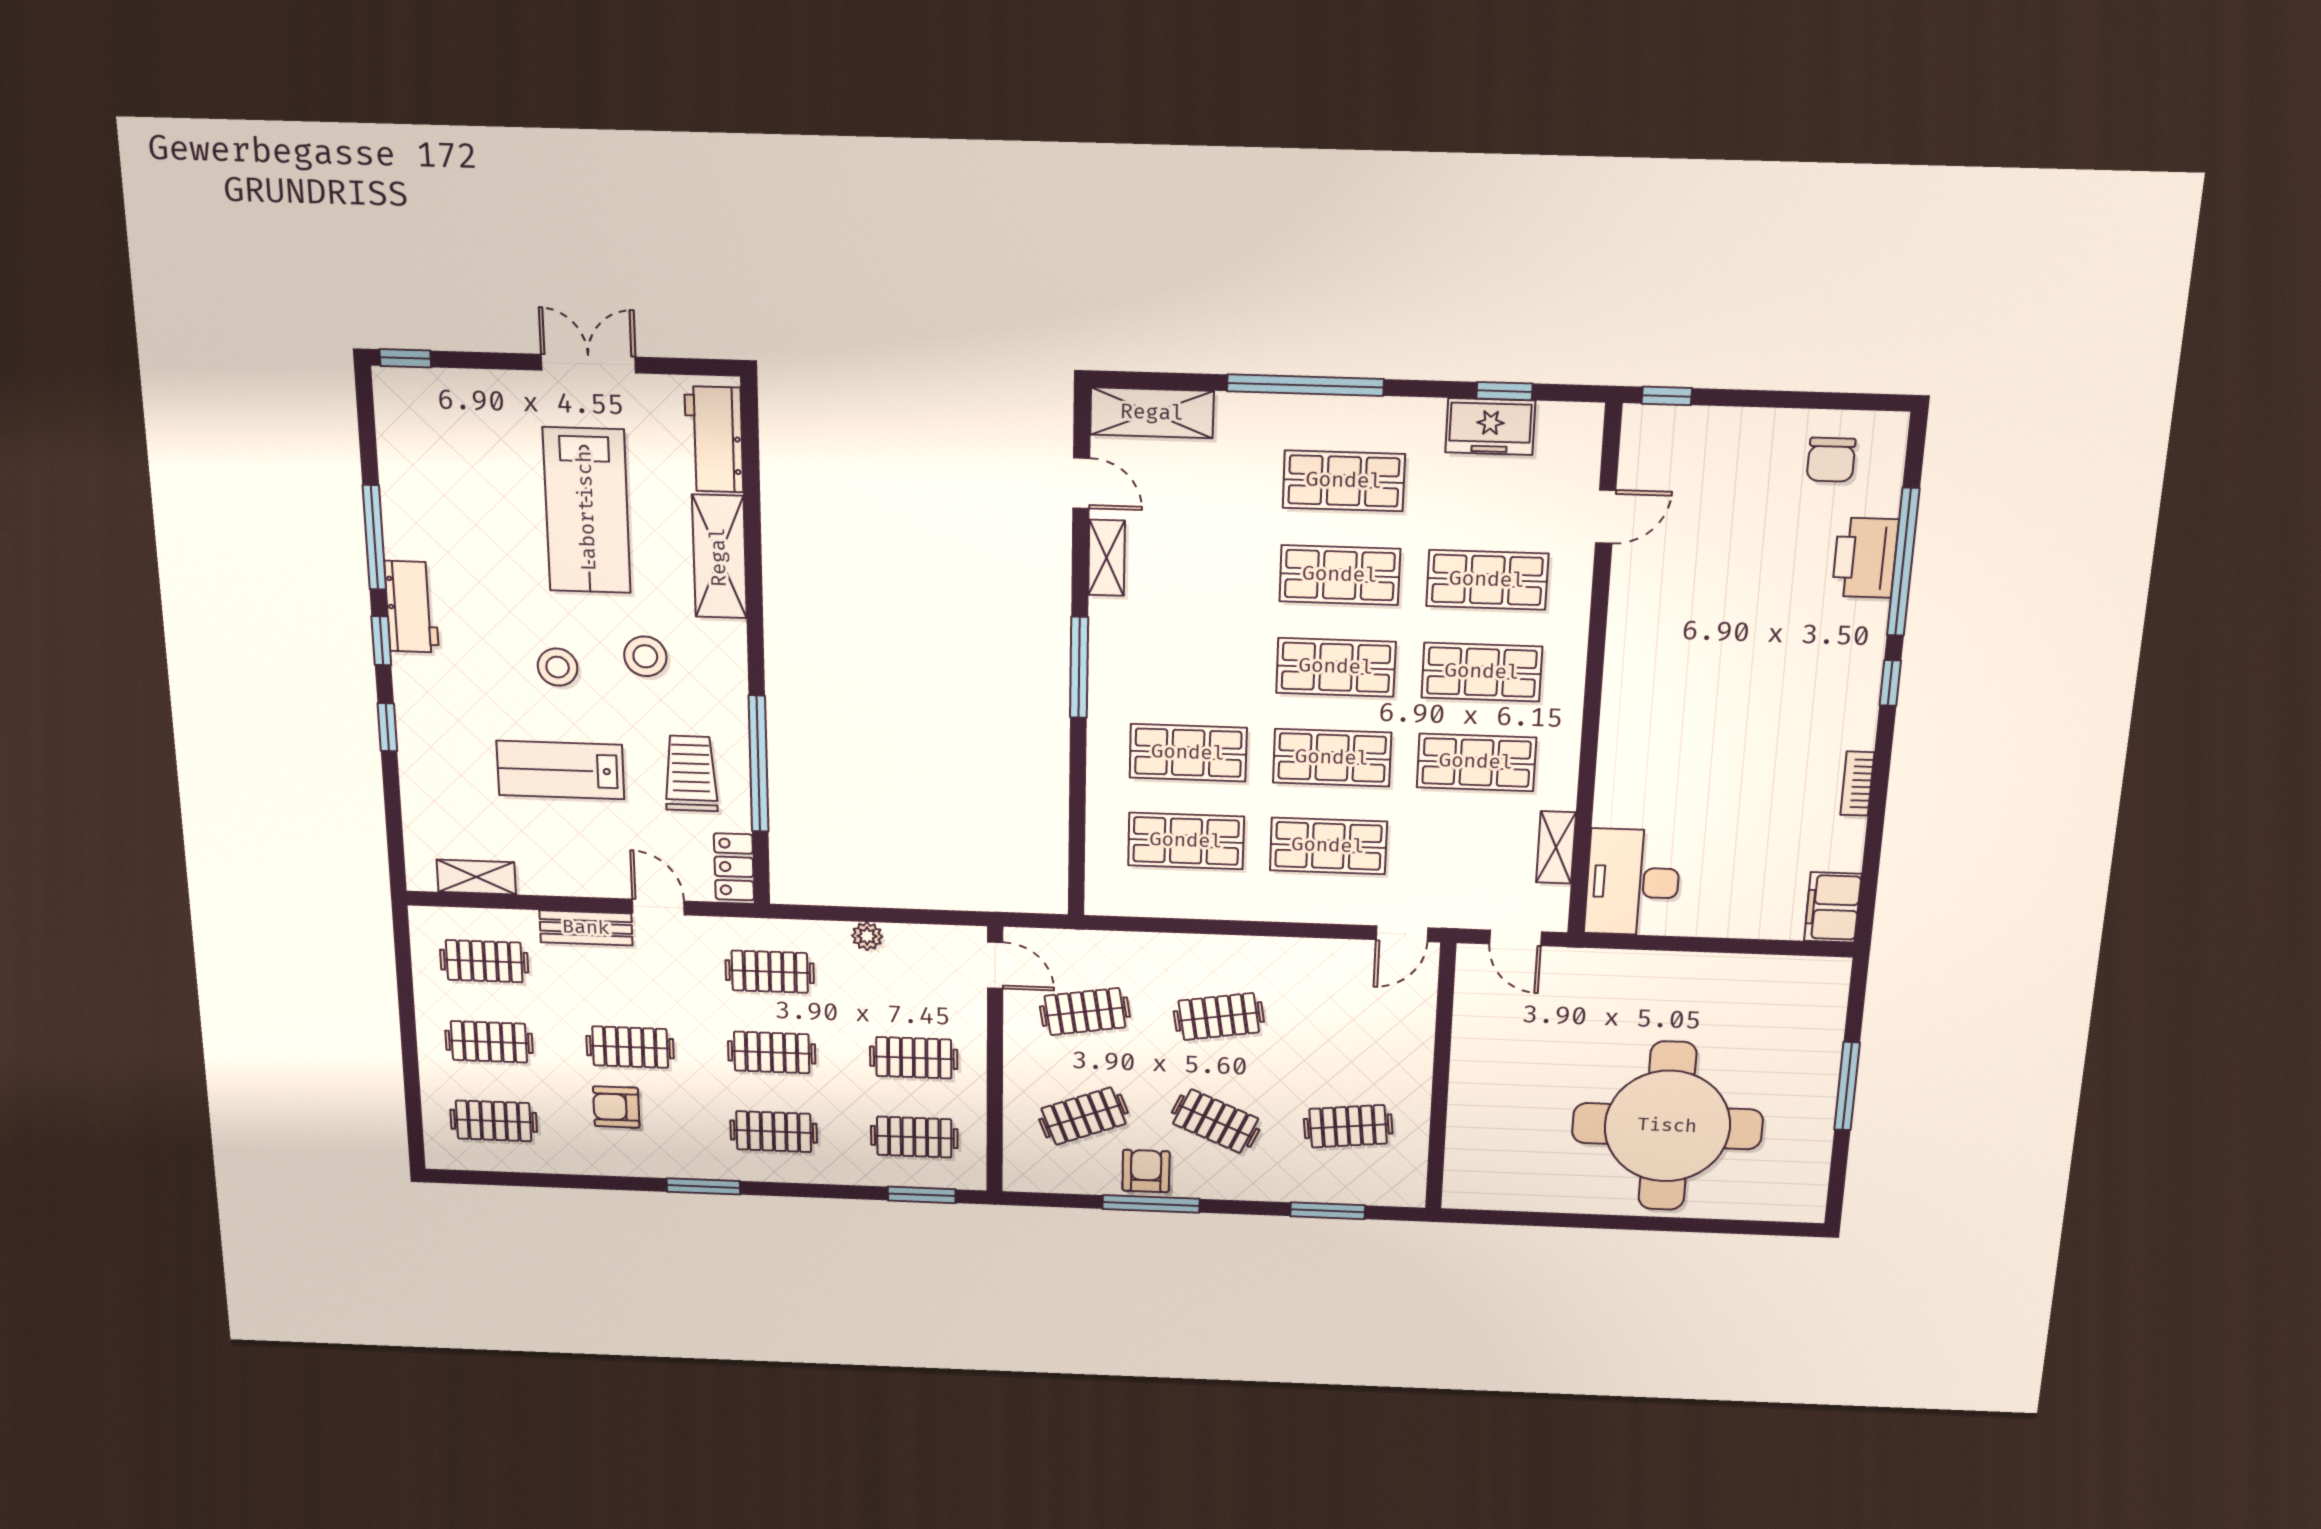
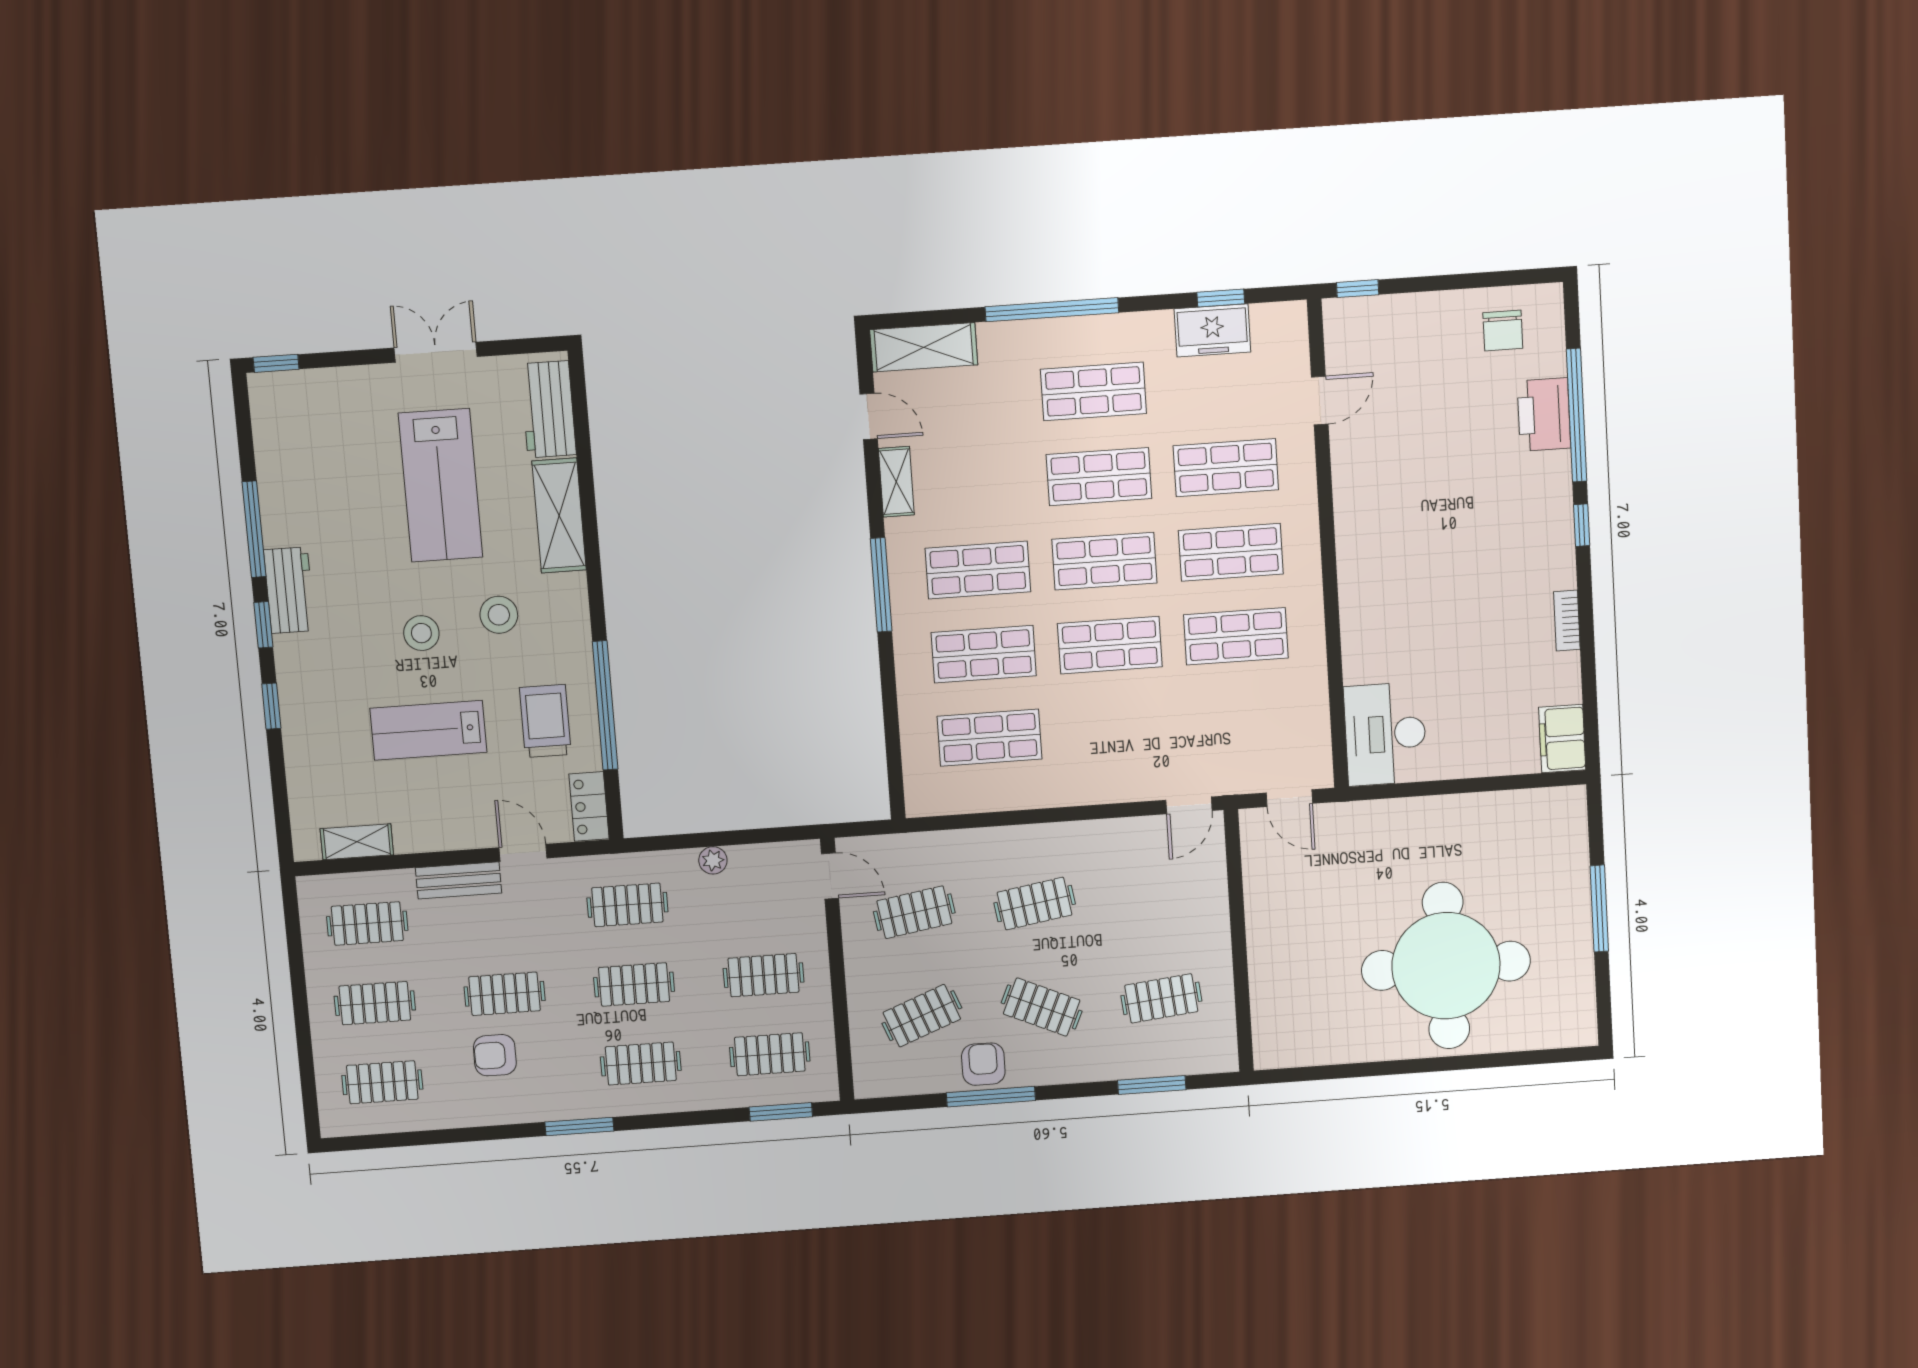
shop shelf: (1328, 846) -> (978, 570), moved
shelving: (1556, 847) -> (1314, 708), removed

